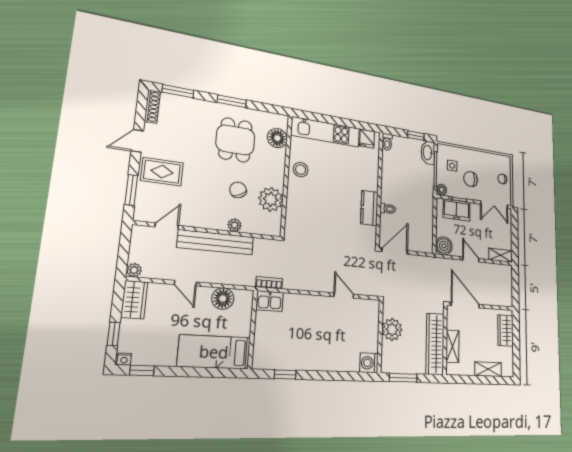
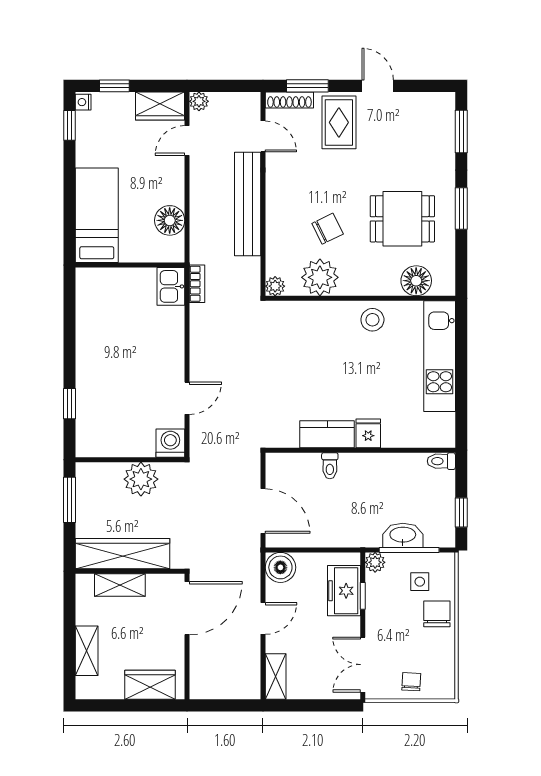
shoe rack: (152, 107) -> (289, 100), moved
fridge: (367, 139) -> (368, 433), moved, turned 90
washbasin: (428, 153) -> (403, 535), moved
chair: (471, 179) -> (437, 614), moved
plant: (235, 225) -> (275, 286), moved
door: (395, 251) -> (263, 511), moved
door: (185, 283) -> (187, 140), moved
washing machine: (369, 363) -> (170, 443), moved
window: (285, 374) -> (70, 404), moved

